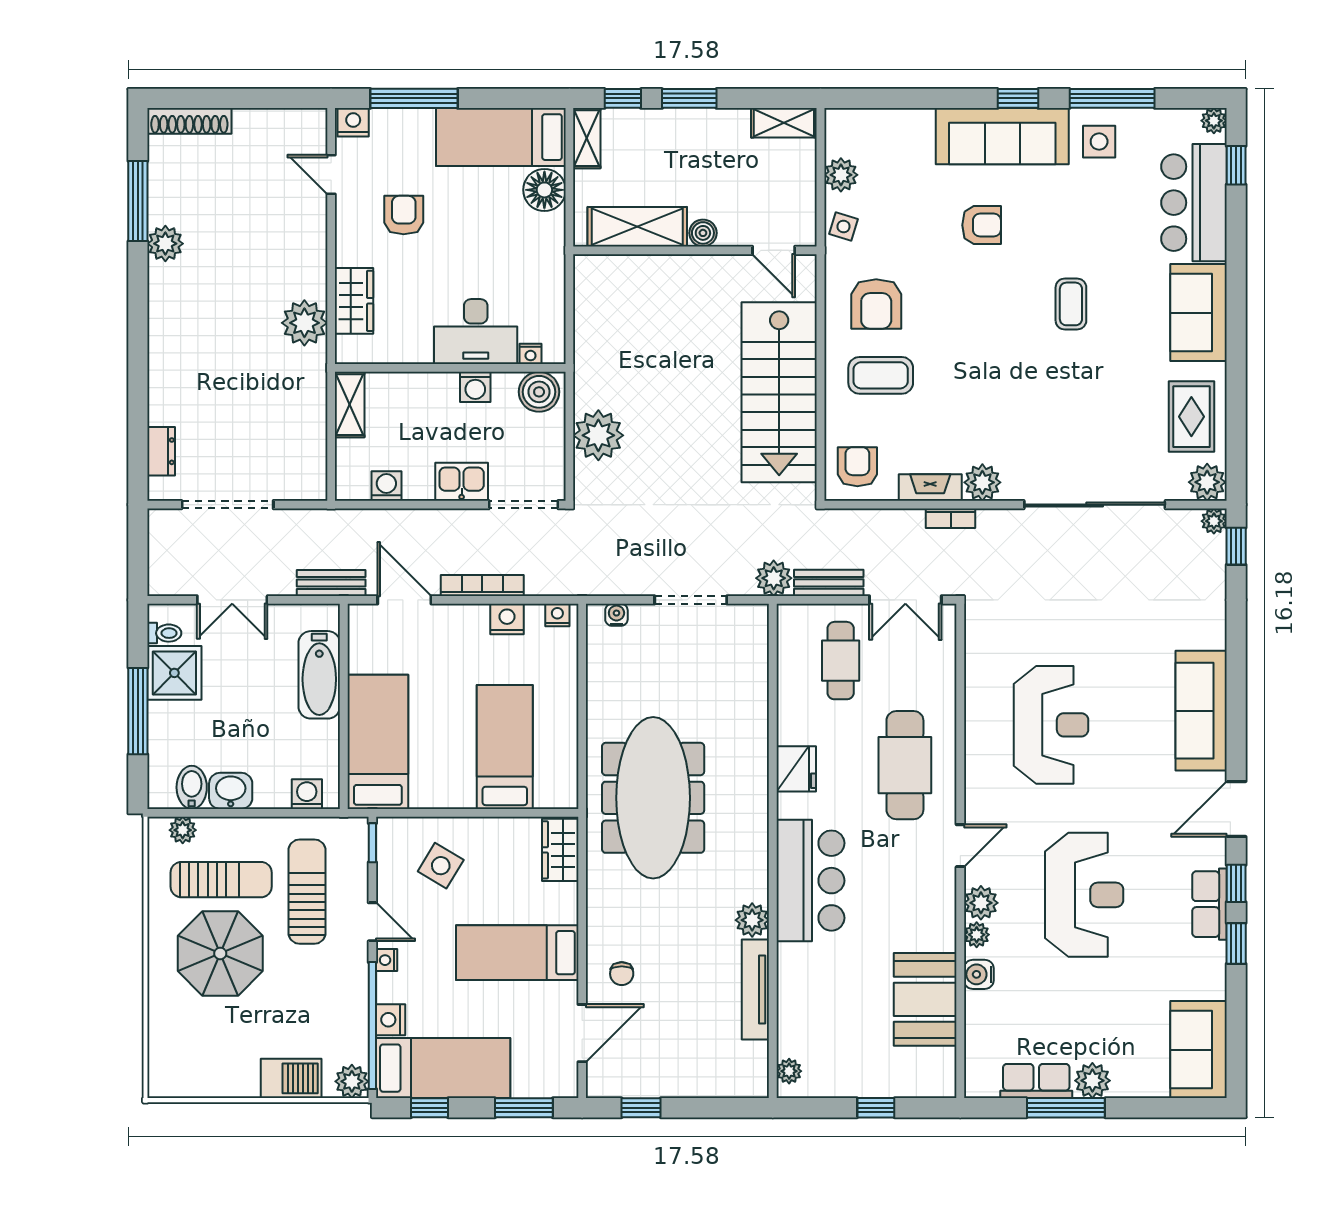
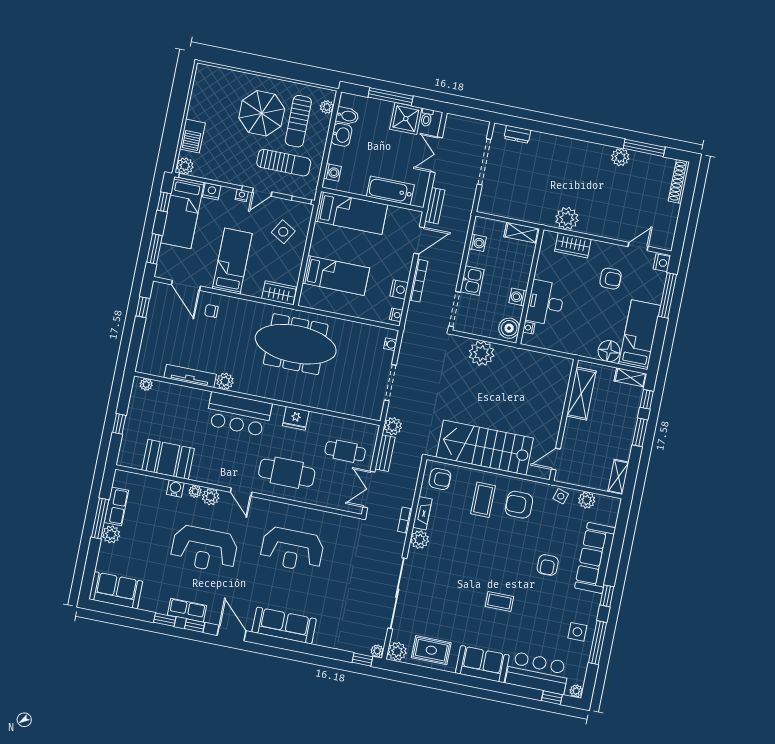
sofa: (1002, 136) -> (595, 558), moved
boiler: (703, 233) -> (572, 426), removed

